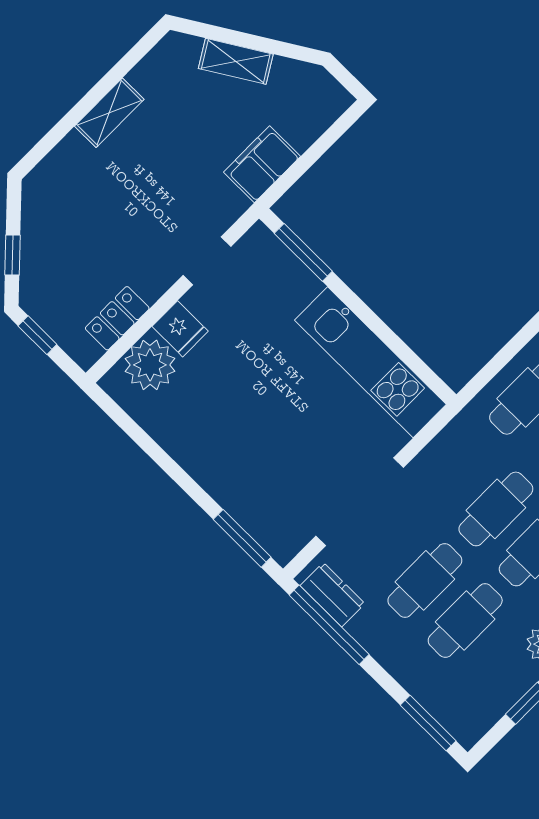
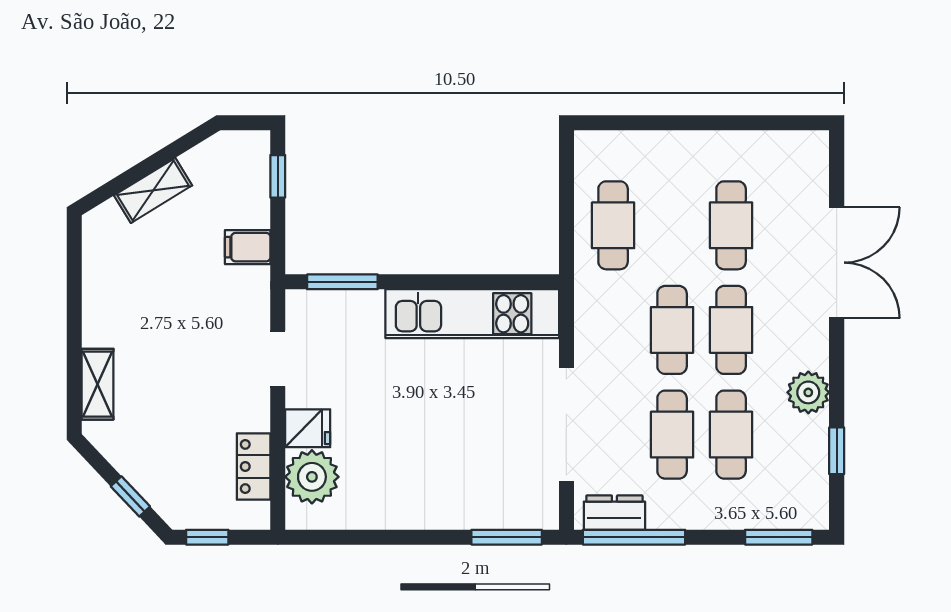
shelving: (109, 113) -> (98, 384), moved
window: (331, 136) -> (278, 176), added
filing cabinet: (262, 164) -> (248, 247), width x0.50

